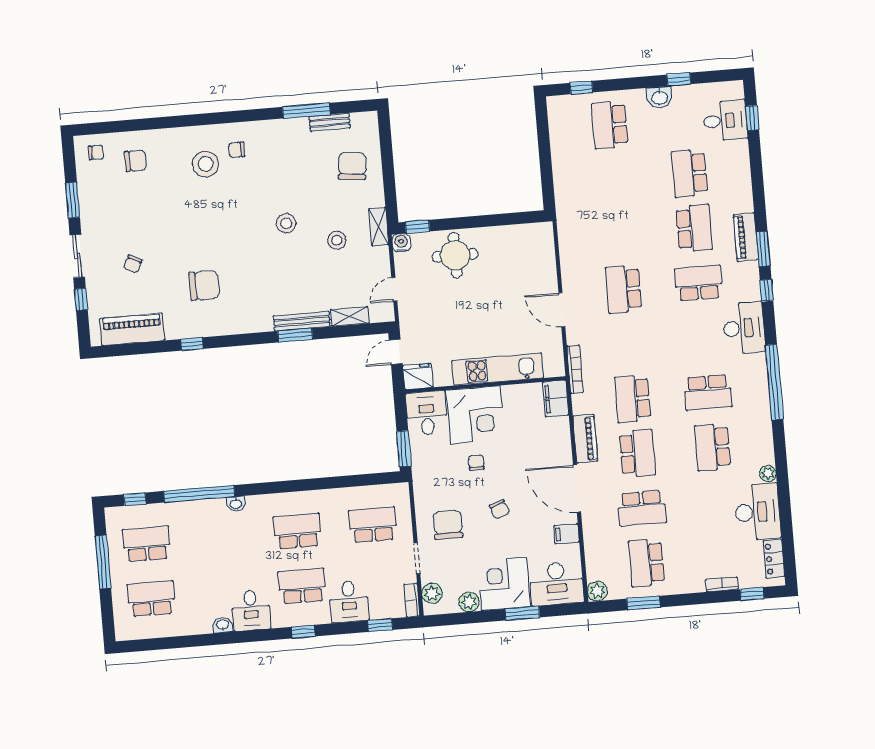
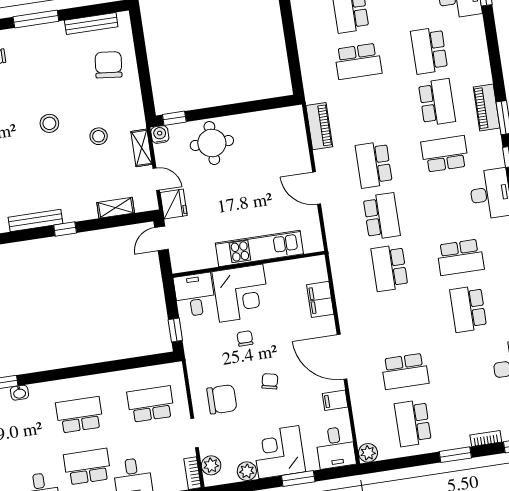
window: (306, 111) -> (36, 19), moved
bench: (330, 122) -> (91, 24), width x1.36
school desk: (614, 180) -> (358, 61), added
shelving: (379, 227) -> (141, 148), moved
door: (394, 289) -> (156, 179), swing flipped
bench: (302, 321) -> (35, 220), moved
window: (295, 335) -> (65, 229), width x0.67
bookcase: (575, 369) -> (333, 244), removed
fridge: (418, 376) -> (174, 204), moved, turned 90
filing cabinet: (556, 399) -> (320, 299), moved
piano: (585, 439) -> (319, 126), moved
window: (404, 449) -> (175, 330), width x0.67
school desk: (637, 453) -> (382, 216), moved
chair: (499, 509) -> (270, 381), turned -147
chair: (448, 525) -> (222, 399), turned 90
desk: (557, 584) -> (336, 447), width x0.73
window: (643, 603) -> (455, 455), moved

